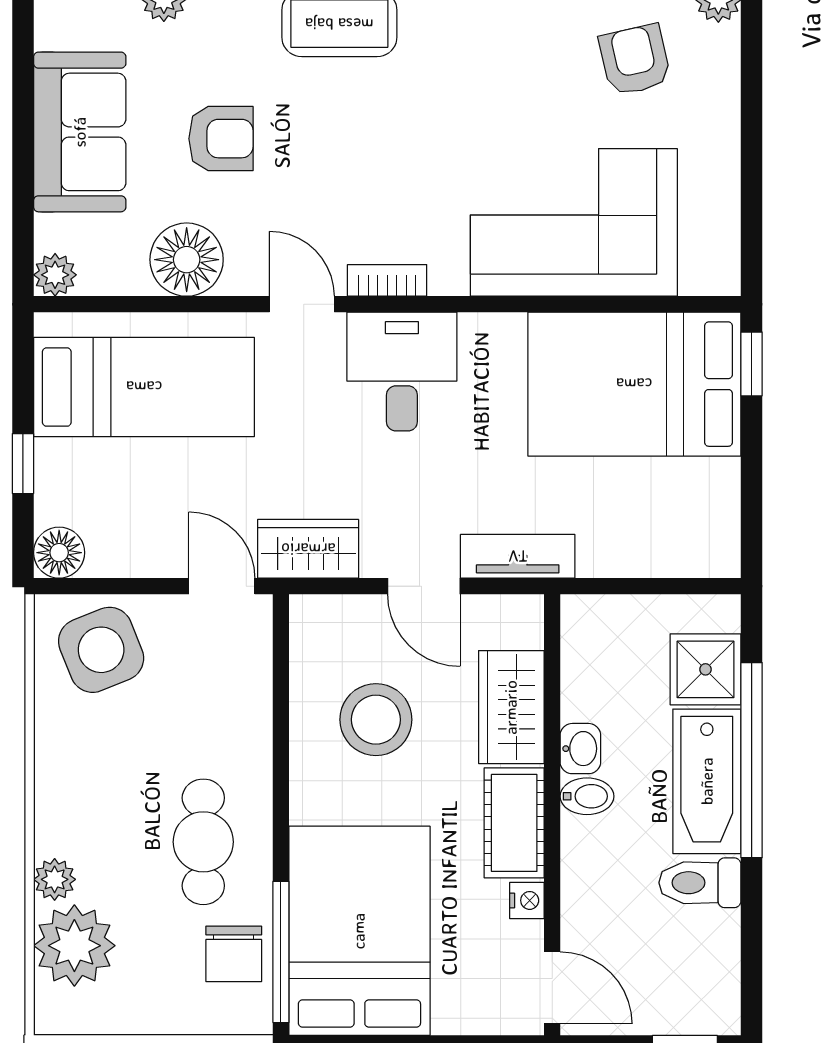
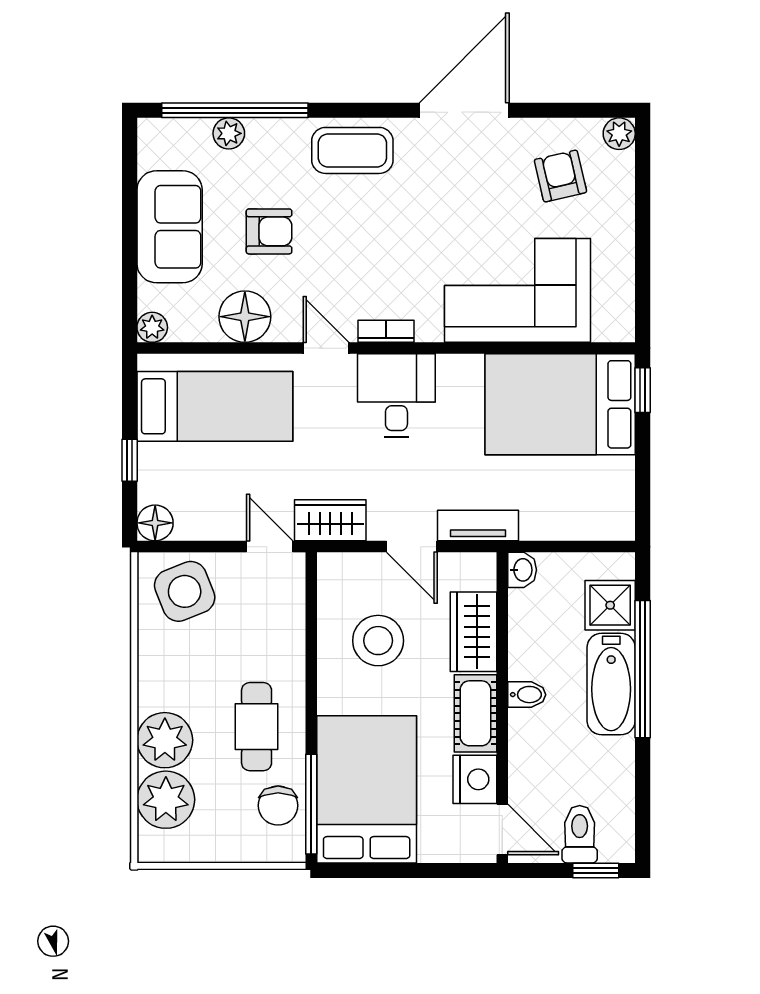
washbasin: (580, 749) -> (522, 570), moved
plant: (55, 879) -> (165, 740), width x1.87, depth x1.87
toilet: (700, 883) -> (580, 834), moved, turned 90
nightstand: (527, 900) -> (475, 779), width x1.89, depth x1.79

